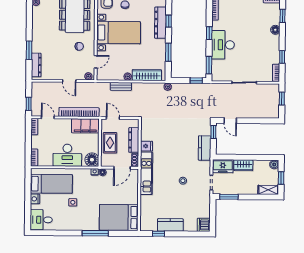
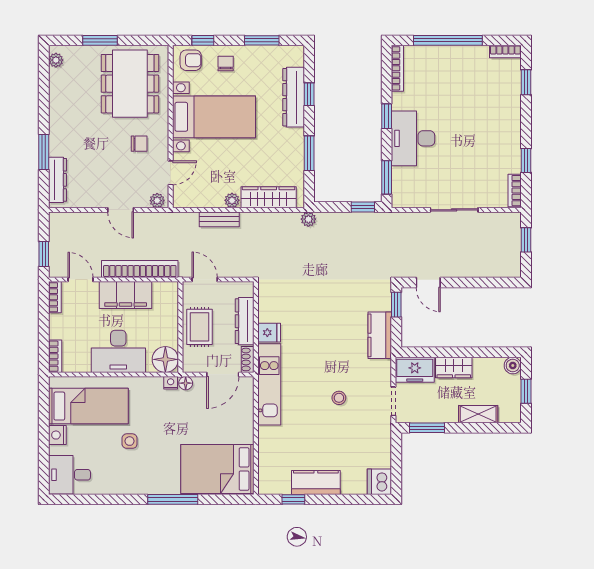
floor lamp: (275, 30) -> (513, 109), removed
filing cabinet: (85, 126) -> (126, 295), moved
shelving: (268, 190) -> (478, 414), moved

